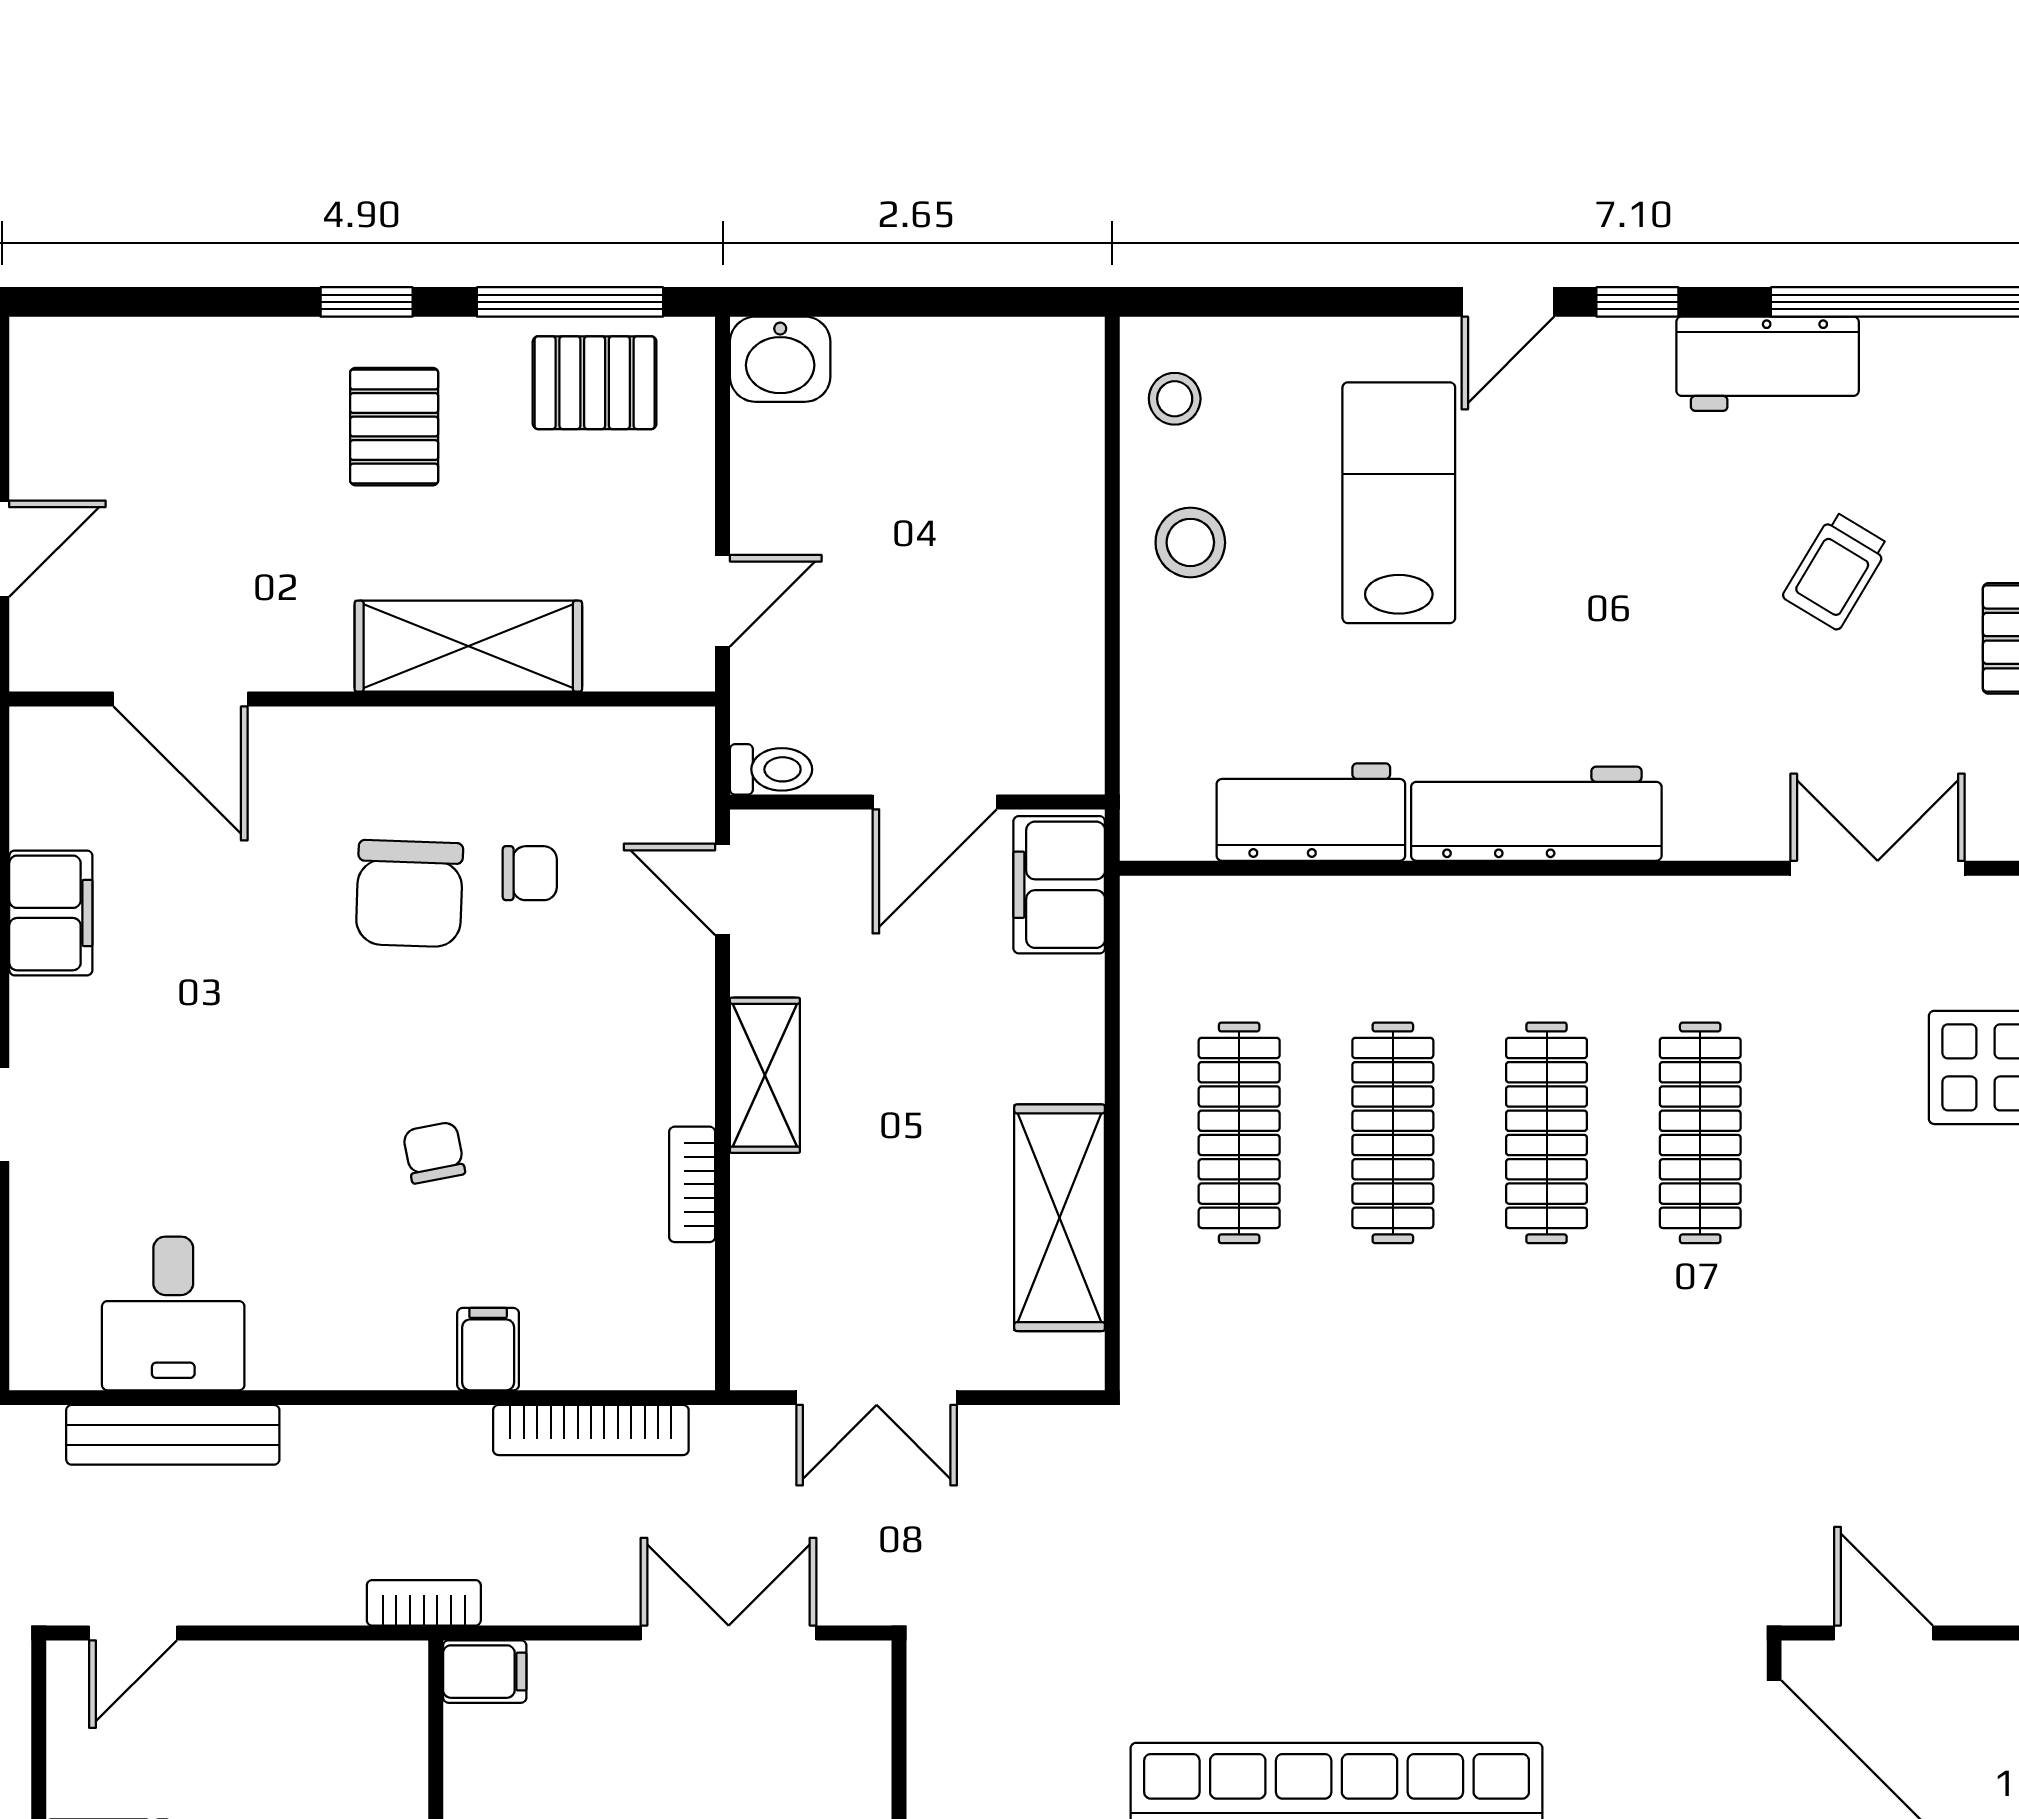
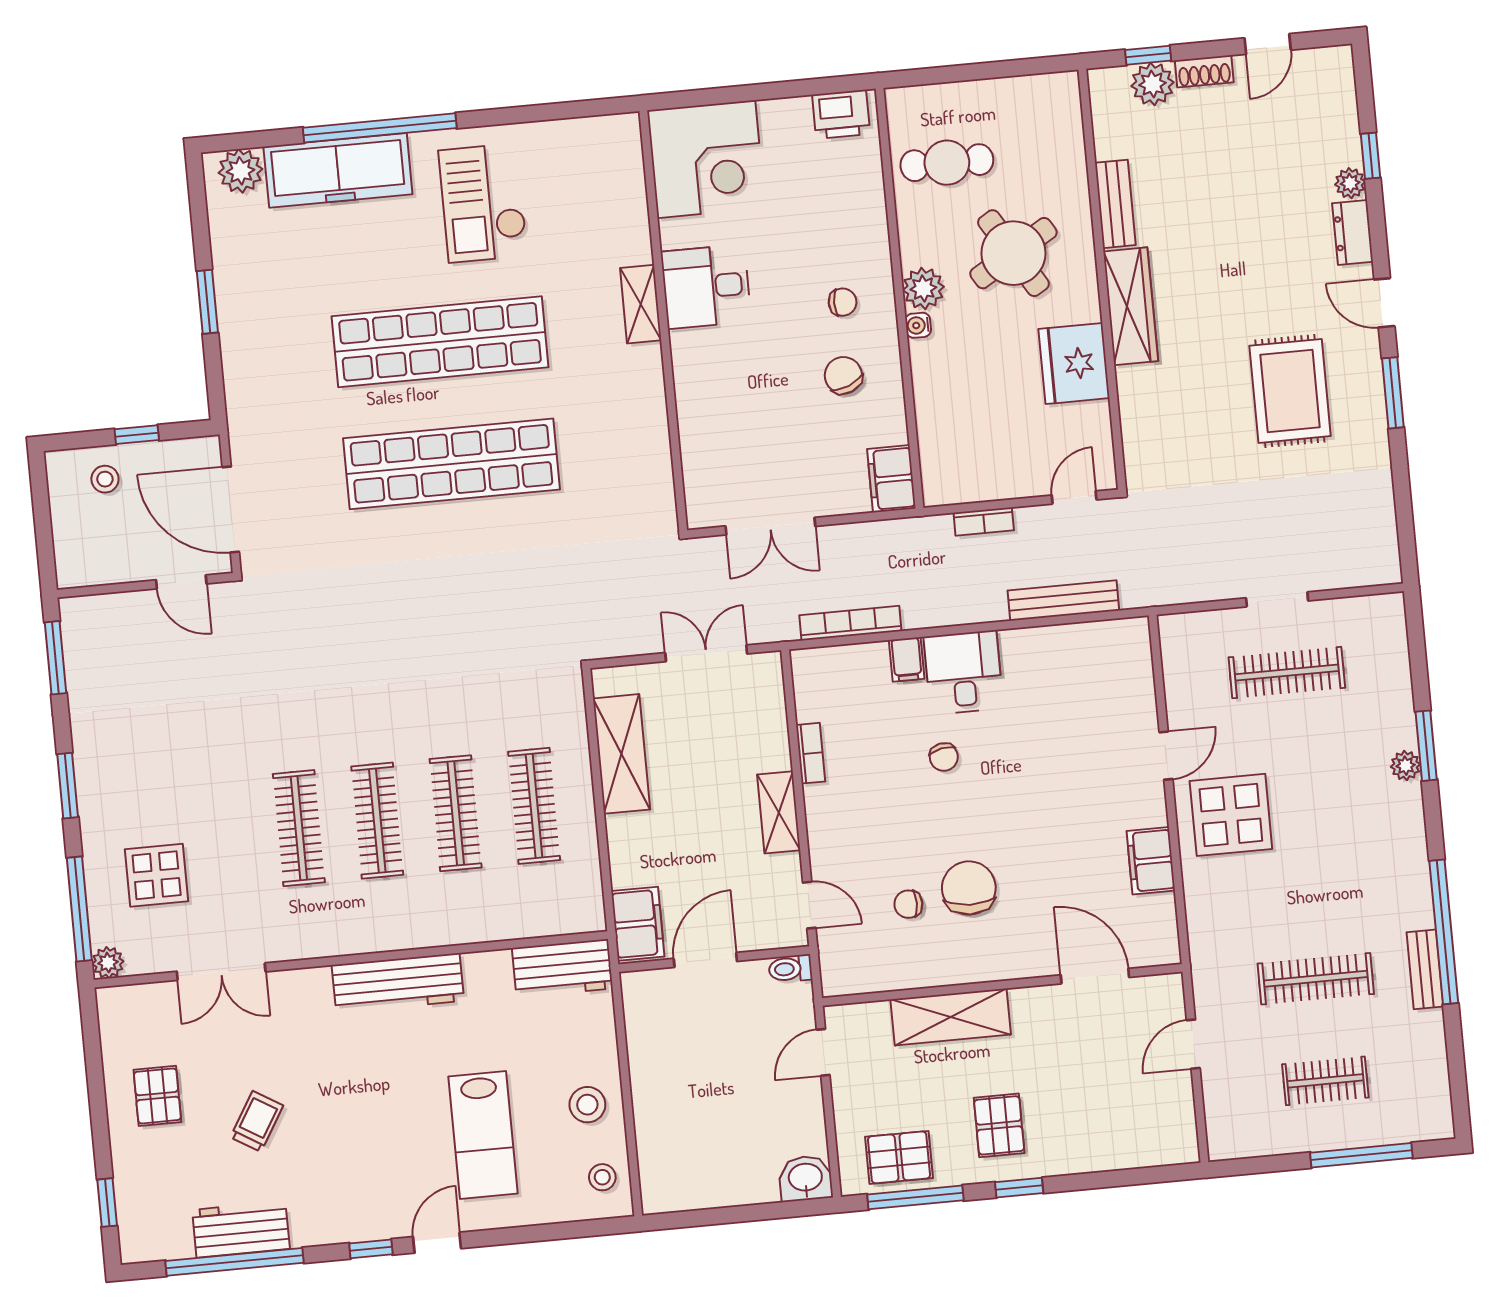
workbench: (1768, 364) -> (241, 1229), moved
workbench: (1311, 812) -> (562, 968), moved
desk: (173, 1313) -> (963, 672), moved
bookcase: (424, 1603) -> (984, 522), moved
filing cabinet: (485, 1672) -> (891, 479), width x2.00

